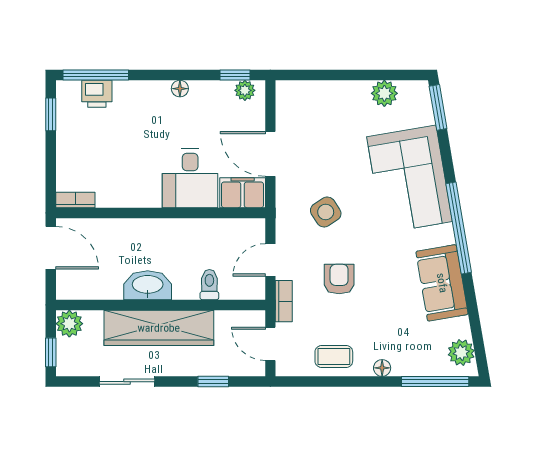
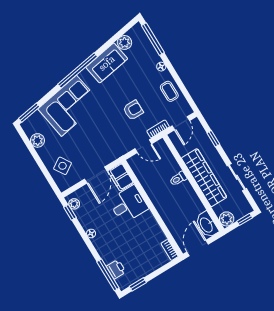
side table: (326, 212) -> (62, 166), moved
armchair: (339, 279) -> (133, 110), turned 180
washbasin: (148, 285) -> (207, 225), moved
toilet: (209, 285) -> (178, 179), moved
plant: (461, 353) -> (124, 42), moved

